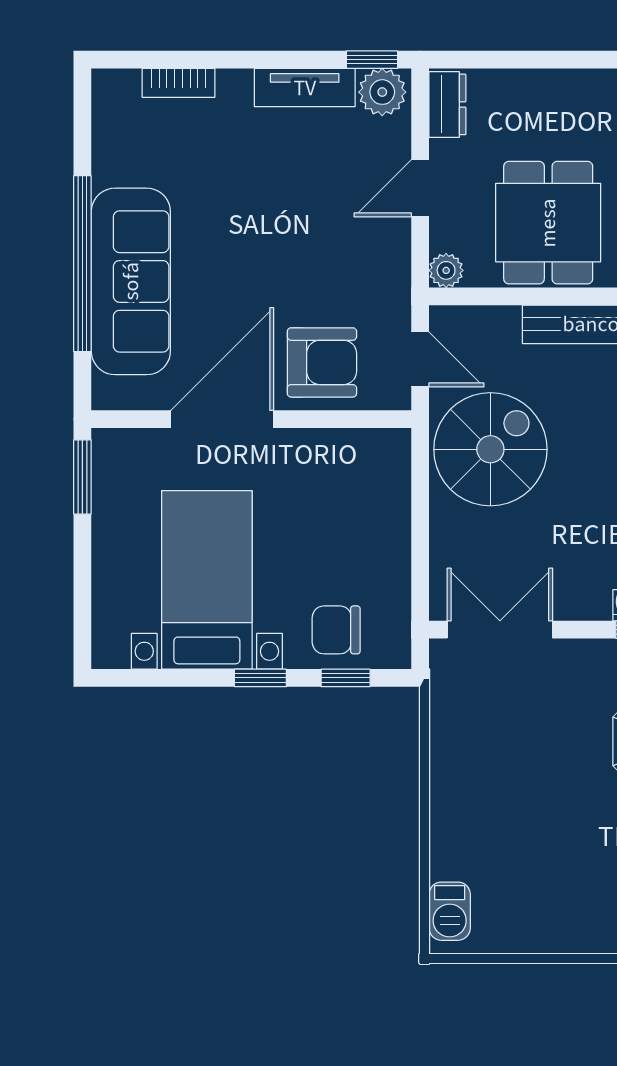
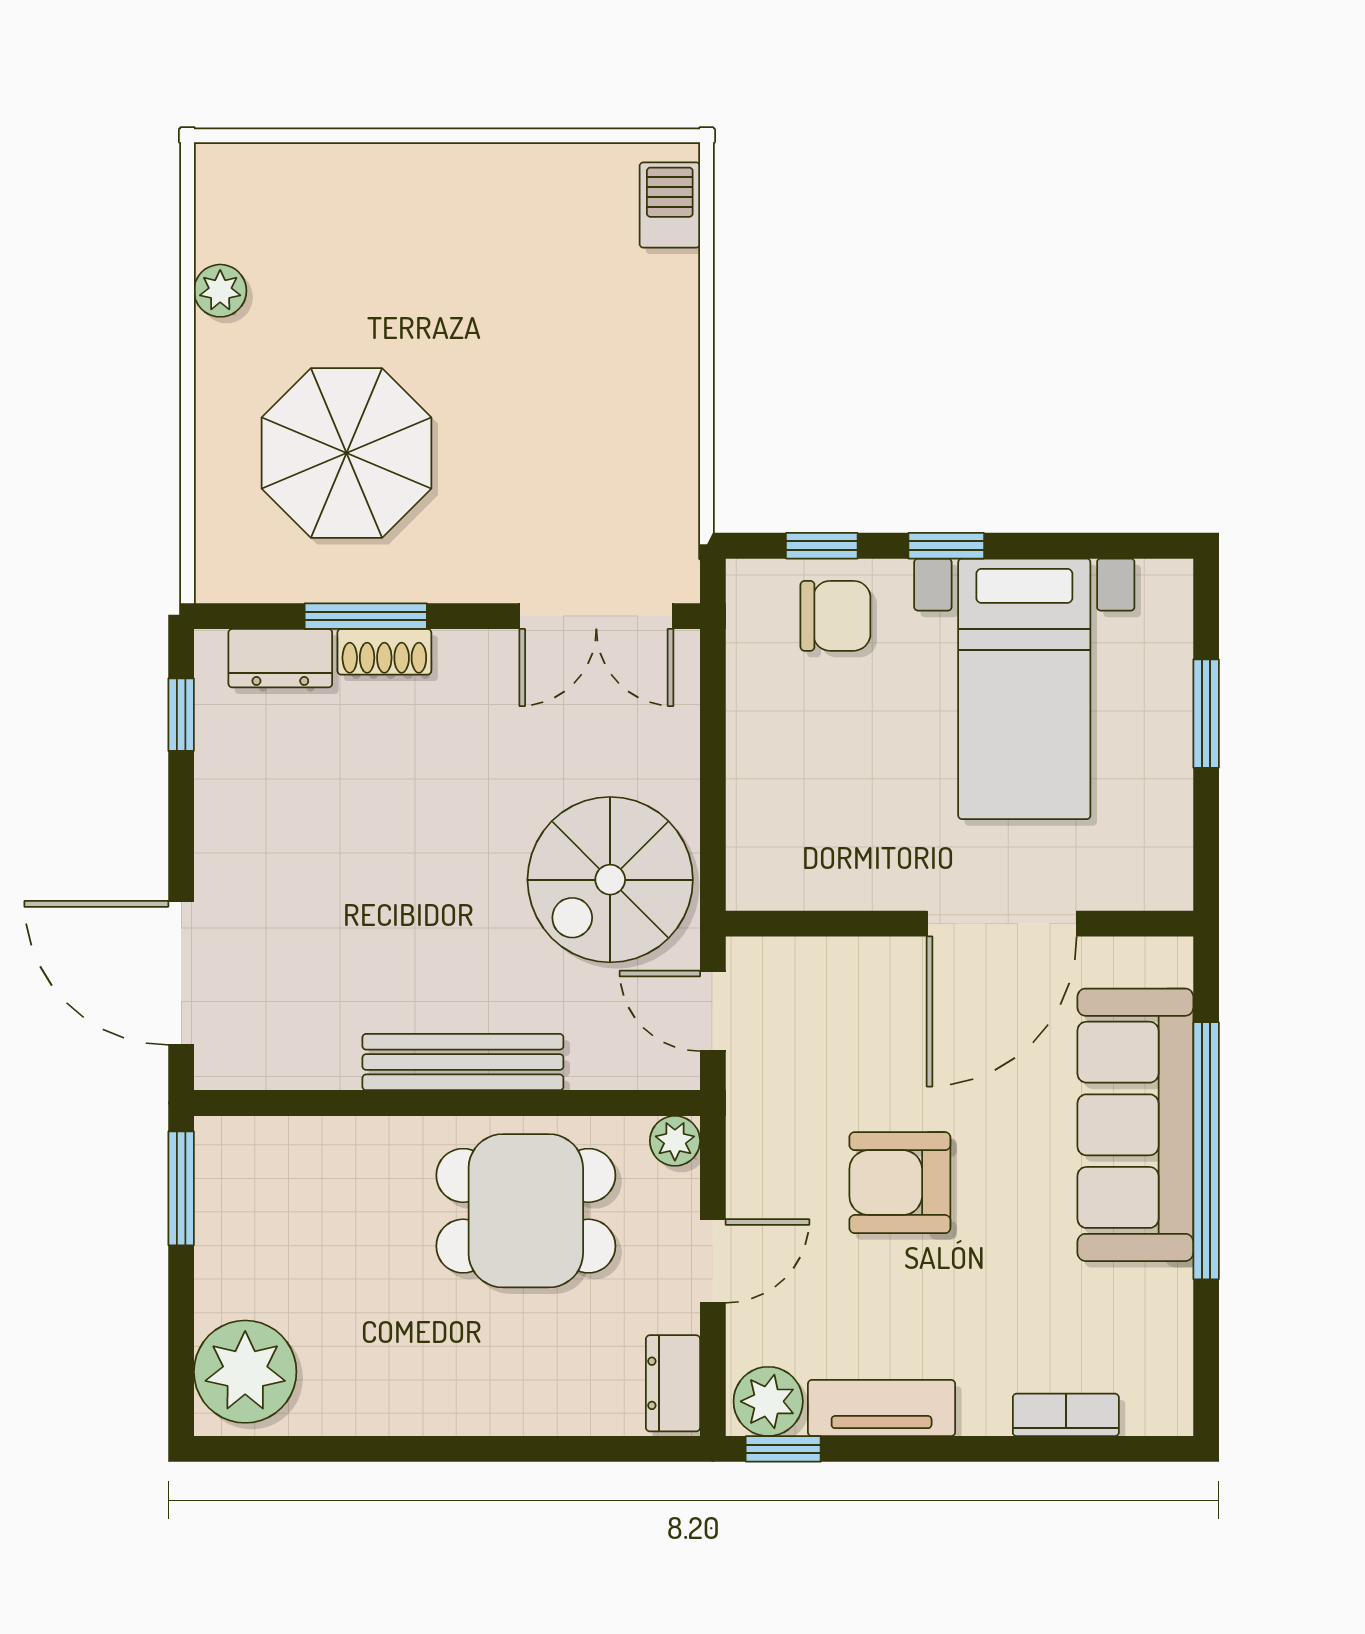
dining table: (548, 223) -> (526, 1211), turned 90
armchair: (322, 362) -> (900, 1183), moved
window: (82, 477) -> (1206, 714), moved

